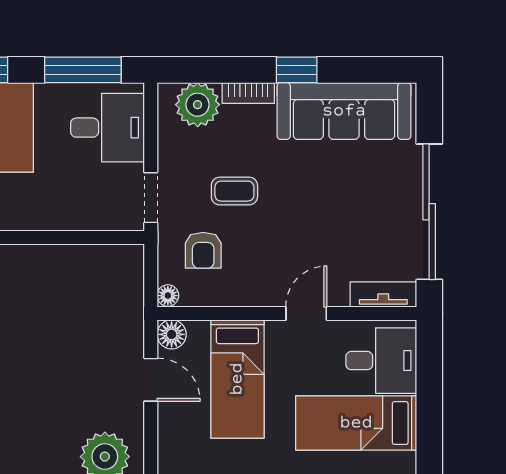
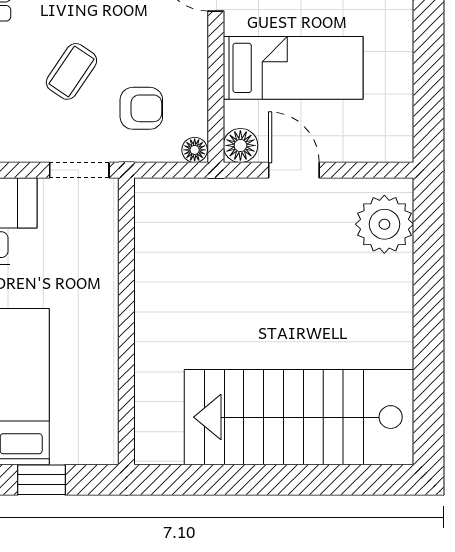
coffee table: (234, 191) -> (71, 71), turned 34
door: (151, 380) -> (294, 170), hinge flipped

